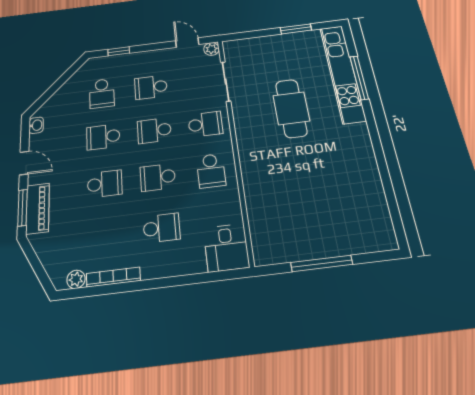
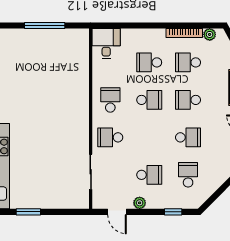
plant: (212, 49) -> (140, 203), moved
cafe table: (291, 108) -> (44, 142), removed
school desk: (154, 130) -> (188, 62), moved, turned 180

